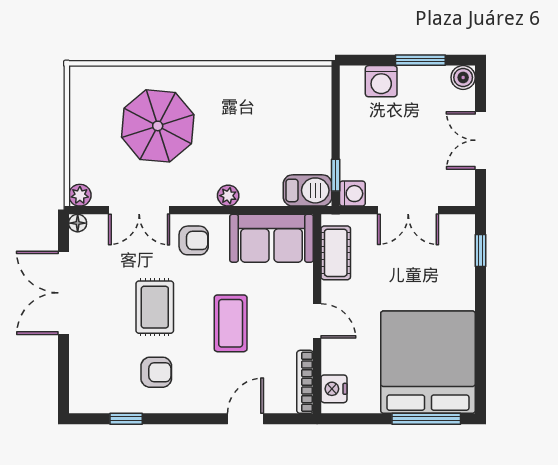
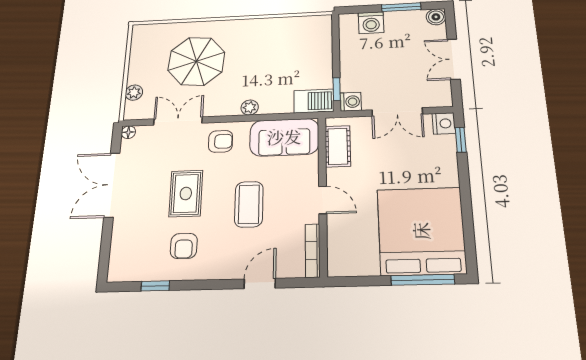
plant: (80, 195) -> (134, 93), moved
double door: (139, 210) -> (178, 121), swing flipped
armchair: (156, 372) -> (184, 246), turned 90
nightstand: (334, 389) -> (444, 123), moved, turned 180

